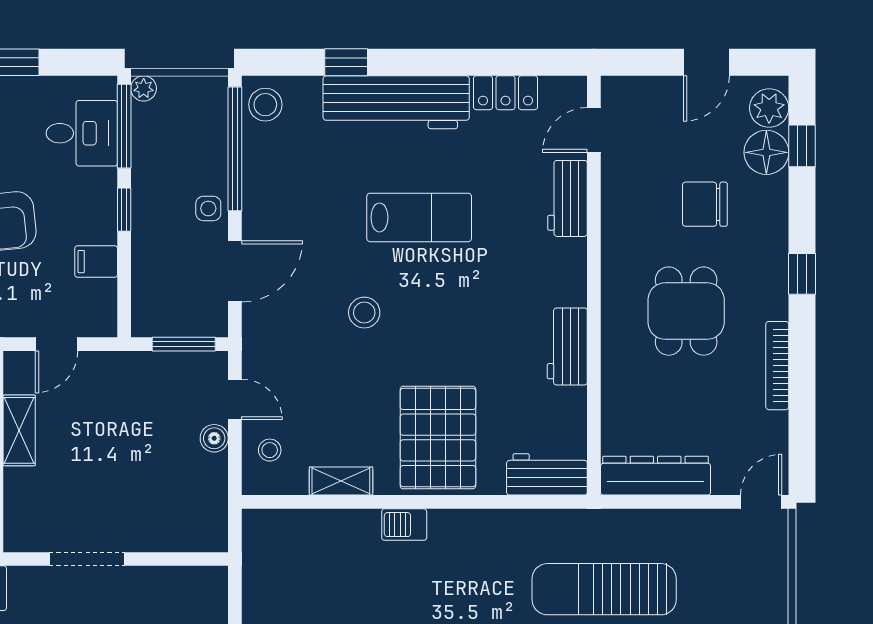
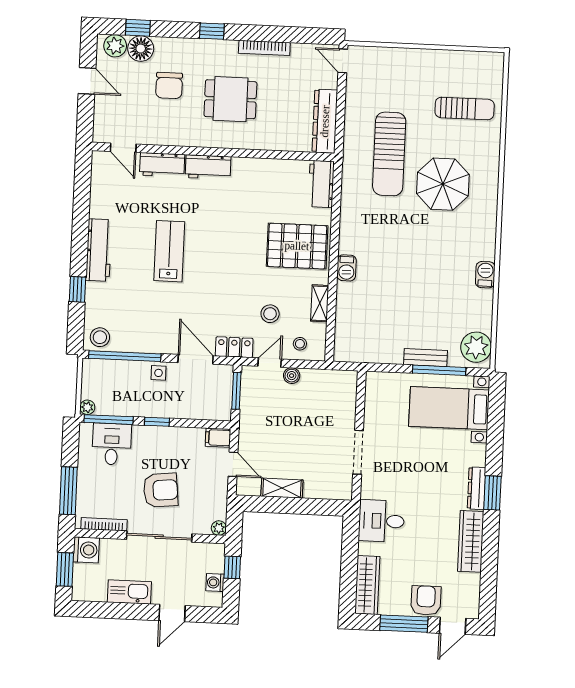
locker: (506, 93) -> (234, 347), moved, turned -90
workbench: (396, 102) -> (99, 250), width x0.73, depth x0.76
filing cabinet: (96, 262) -> (218, 438), moved, turned 90
stool: (364, 313) -> (270, 314), moved
workbench: (567, 346) -> (208, 167), moved

